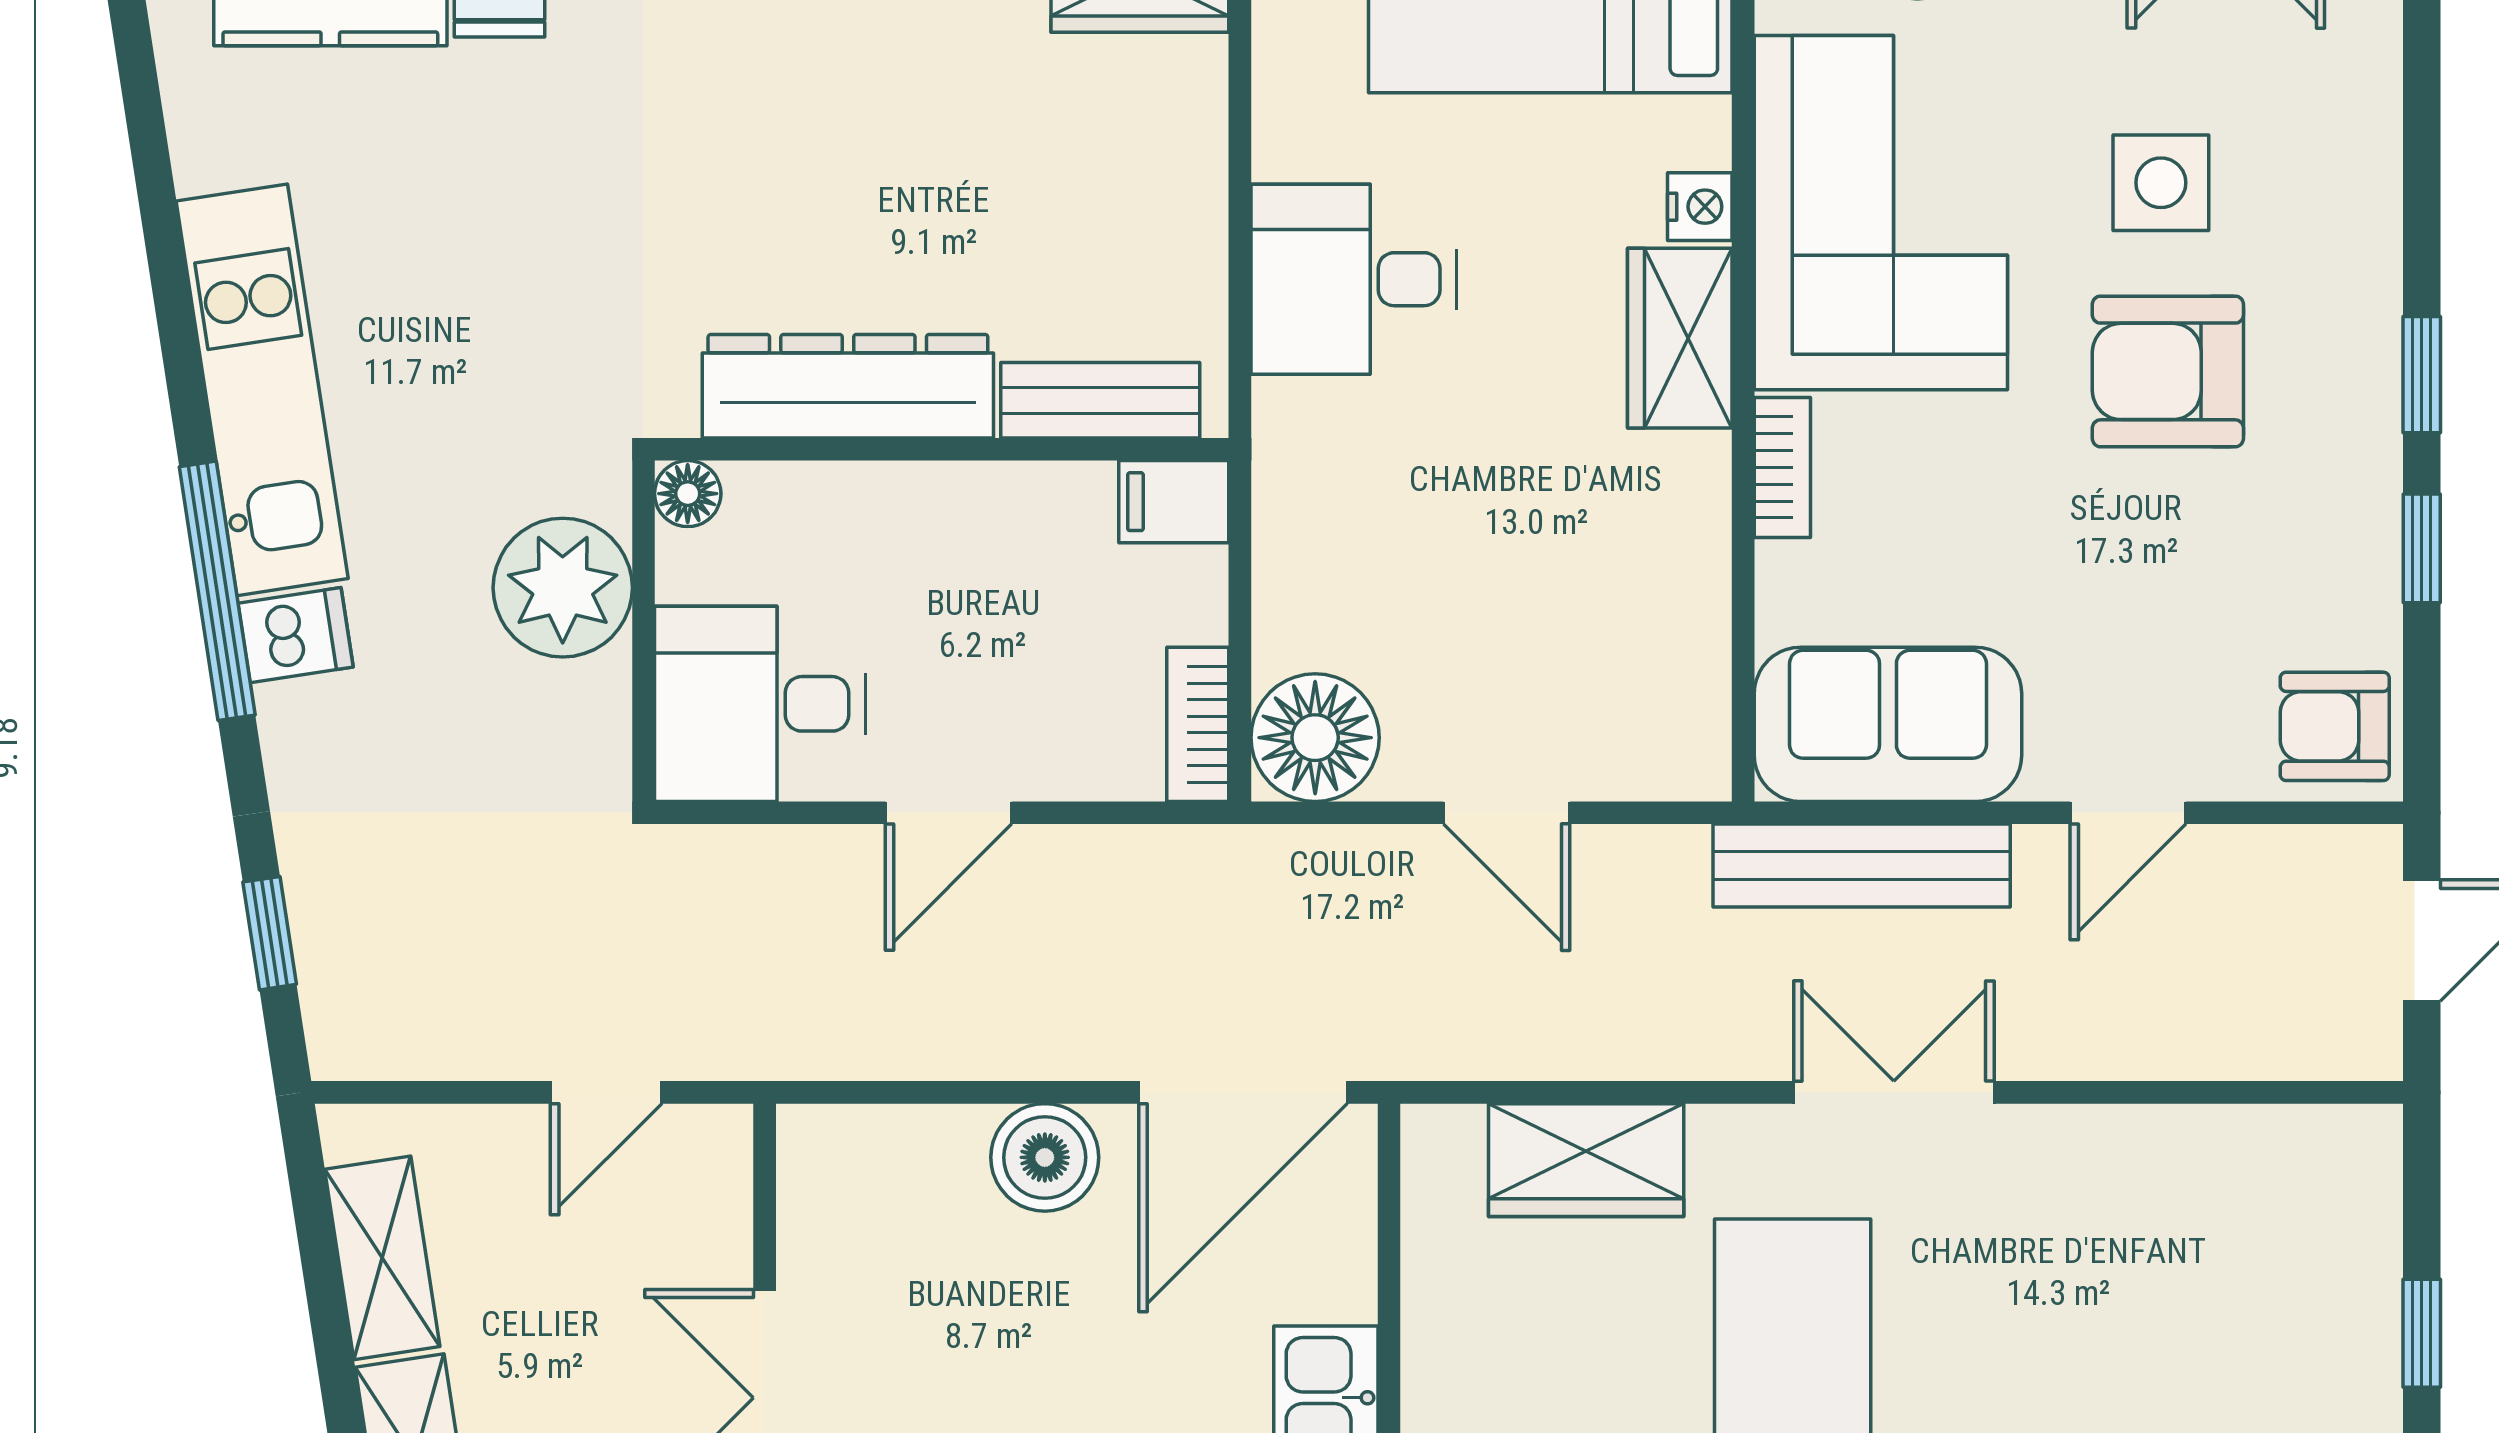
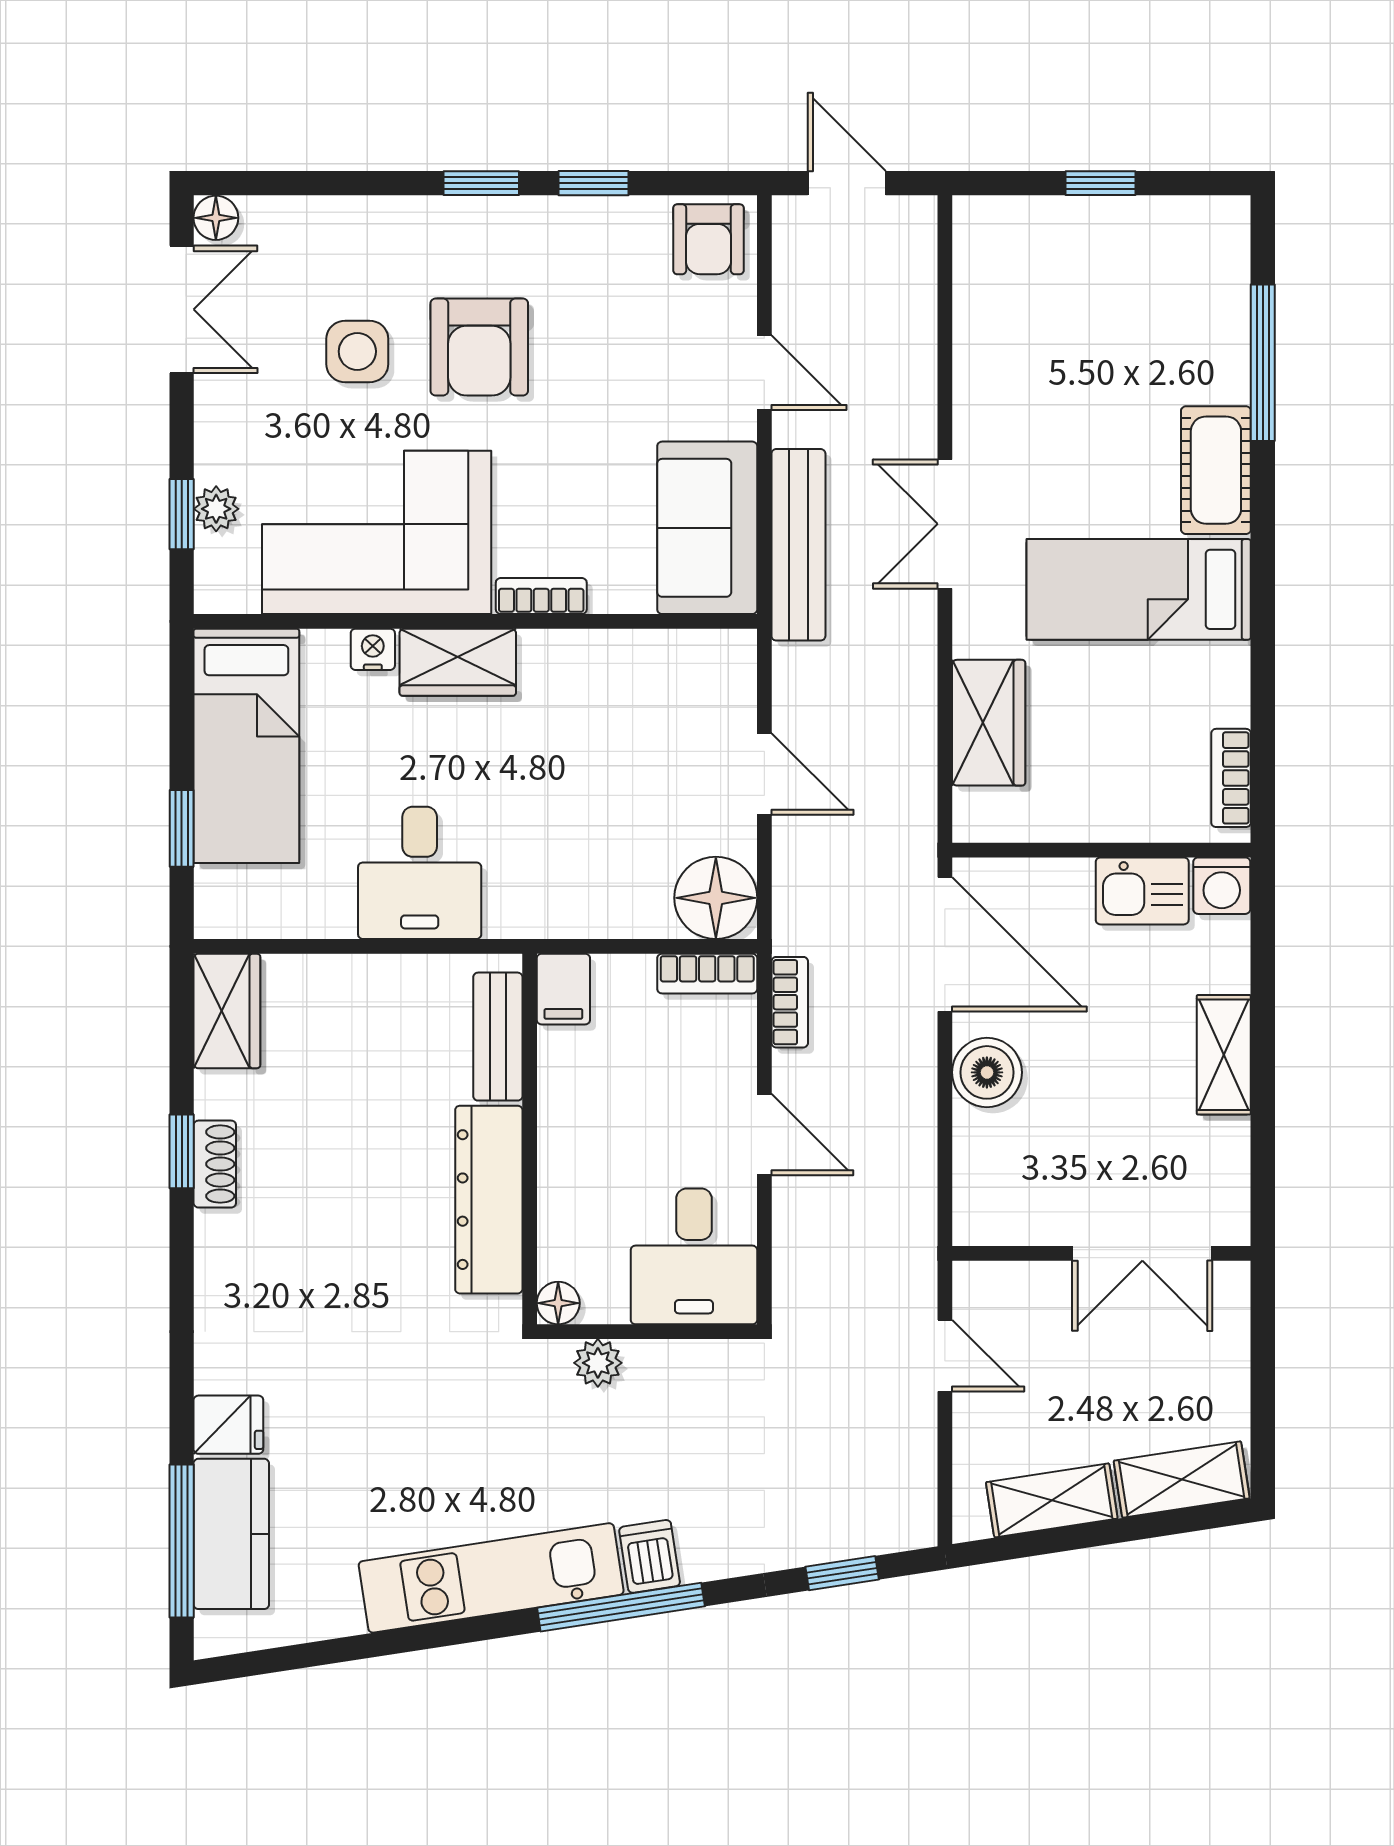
plant: (563, 588) -> (598, 1363), width x0.53, depth x0.53
door: (1507, 813) -> (764, 774), hinge flipped
bookcase: (1154, 852) -> (790, 1002), added

